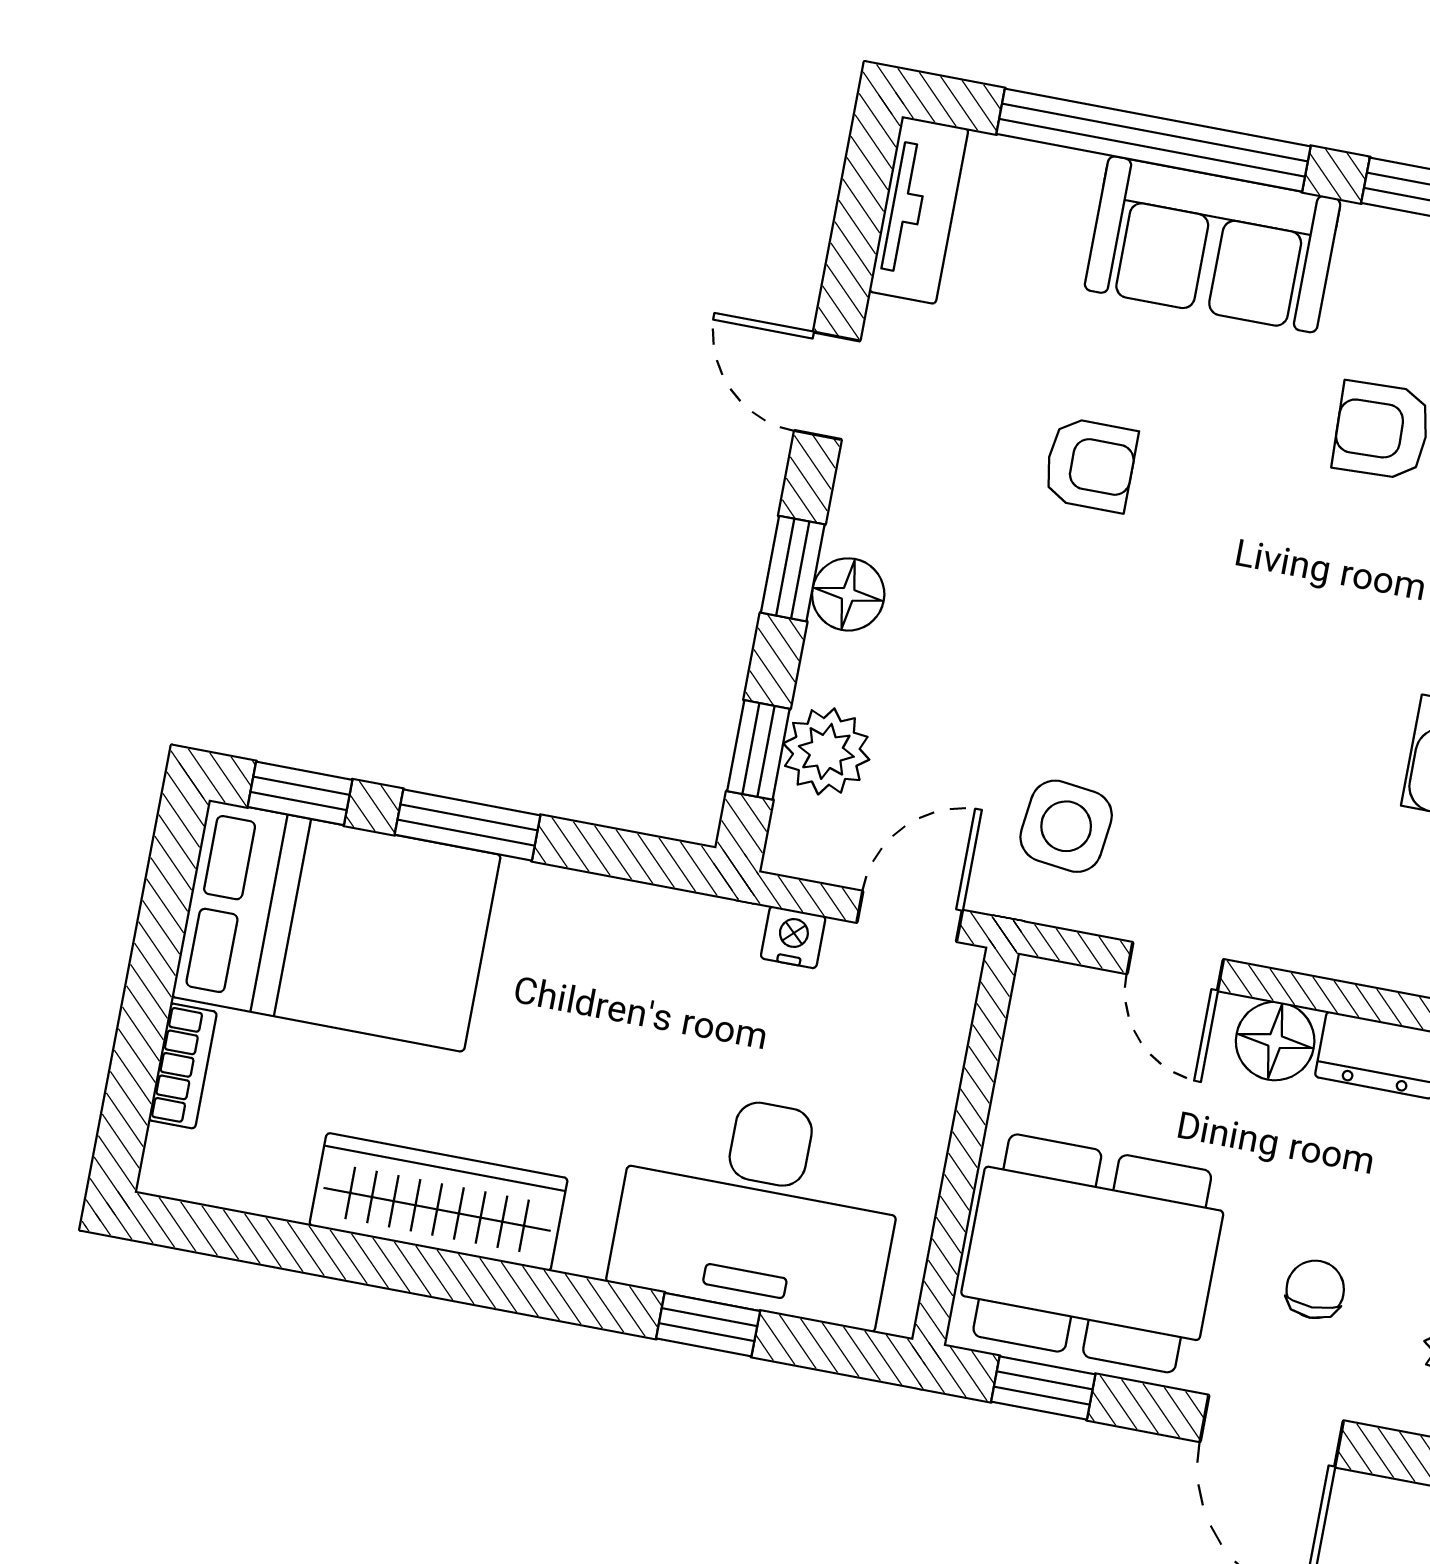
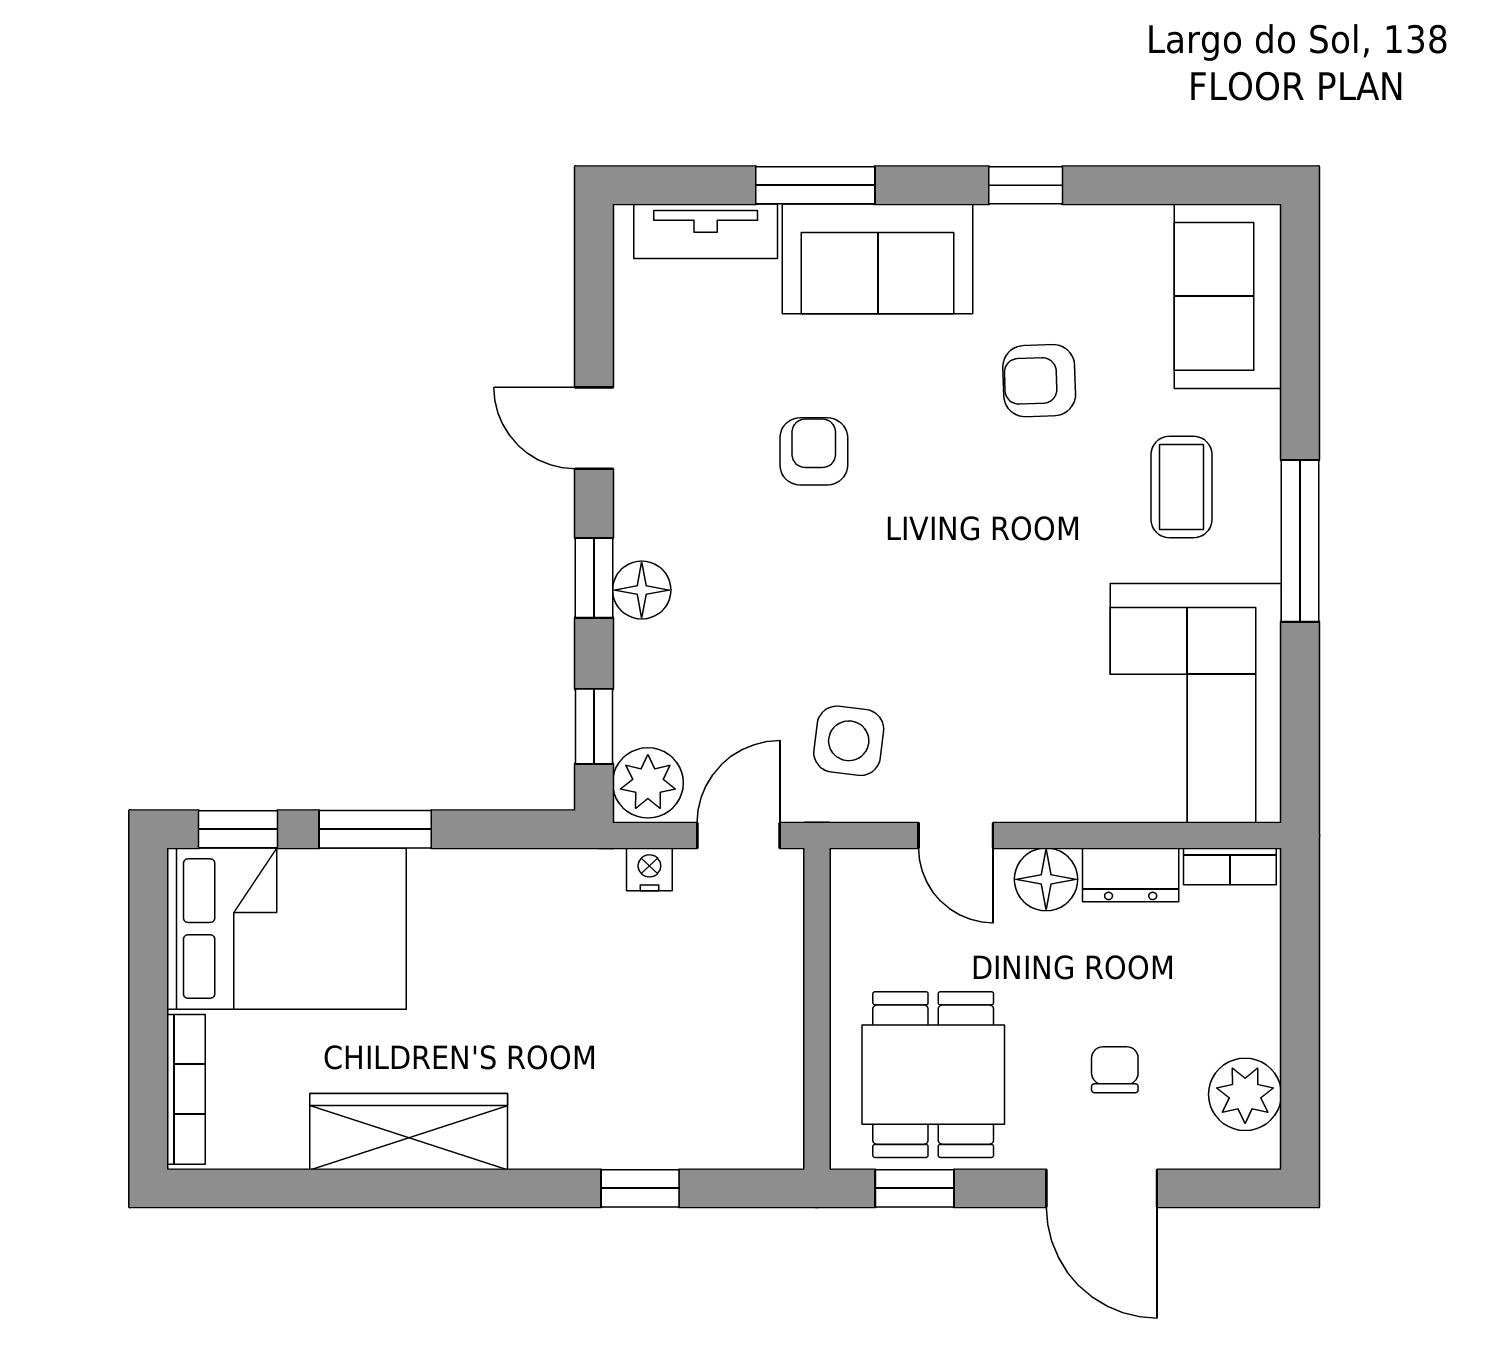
window: (1153, 140) -> (815, 185), width x0.47
tv unit: (919, 210) -> (706, 231), moved, turned 90
armchair: (1090, 465) -> (814, 451), turned -90
plant: (826, 751) -> (648, 783), moved
bookcase: (183, 1066) -> (186, 1089), width x1.56
desk: (759, 1207) -> (663, 1087), removed
dining table: (1092, 1253) -> (933, 1075), width x0.73

